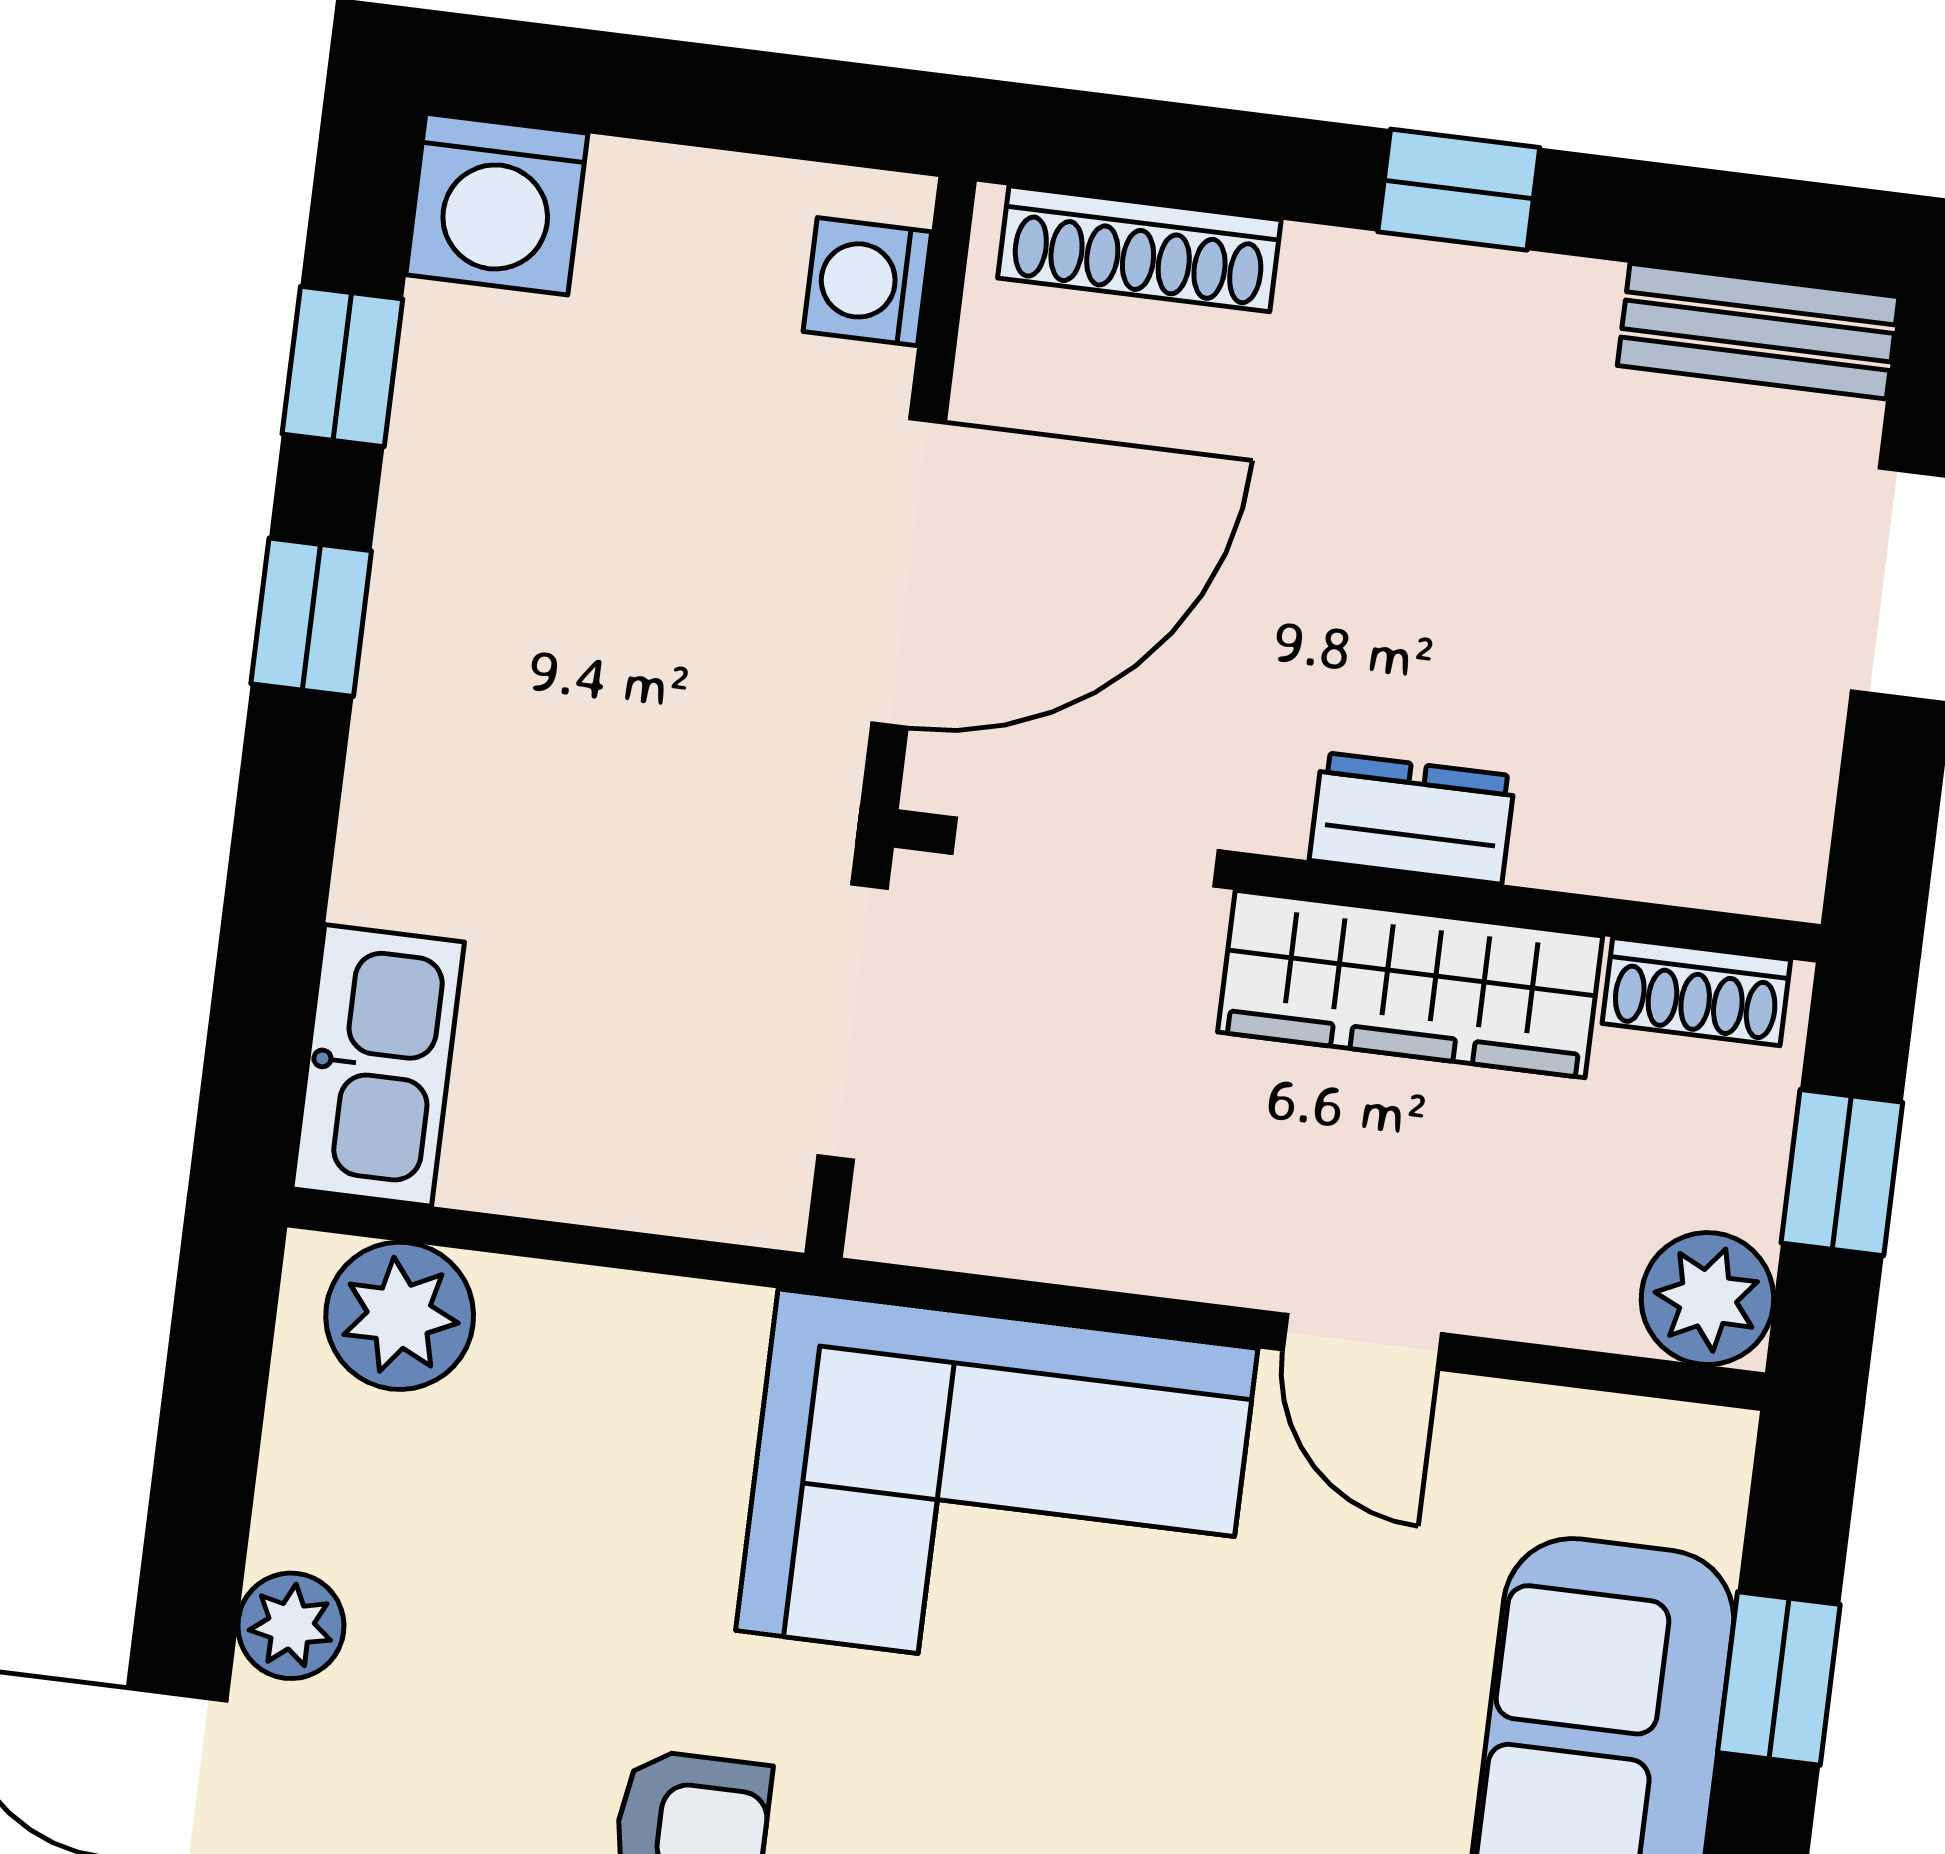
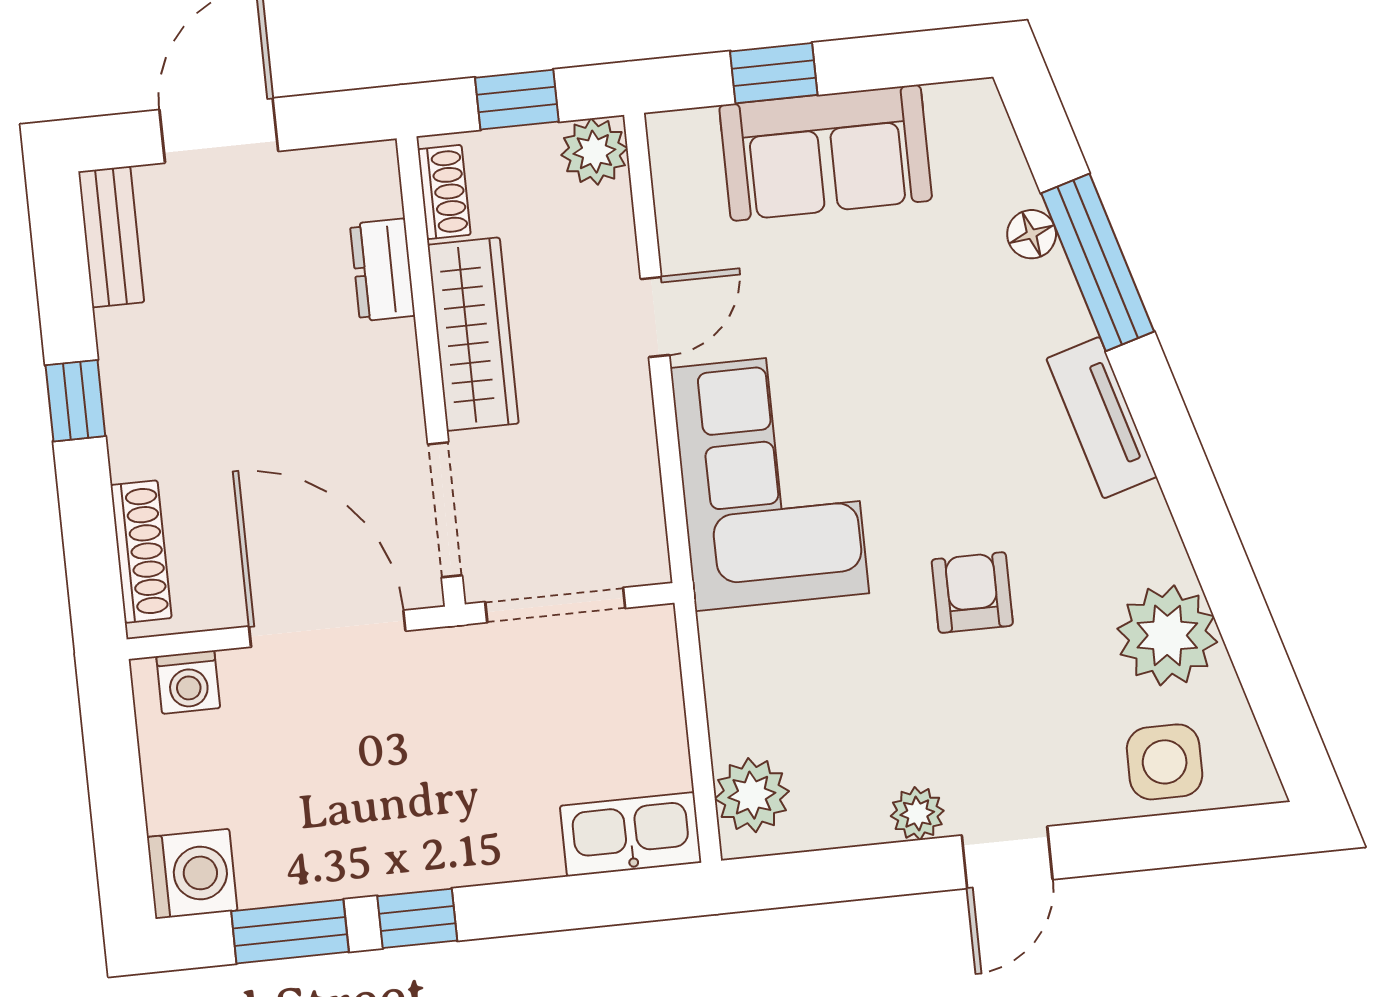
window: (342, 367) -> (290, 932), width x1.50
dresser: (1412, 818) -> (382, 270), moved

